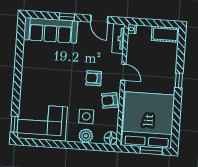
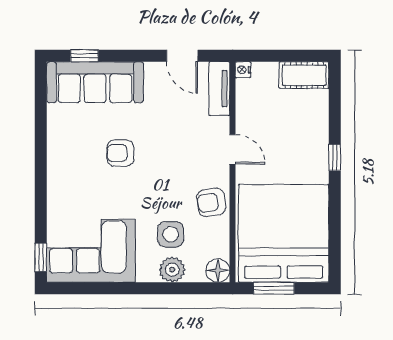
window: (67, 17) -> (84, 56), moved
armchair: (94, 78) -> (120, 153), moved
window: (151, 151) -> (274, 288), moved

